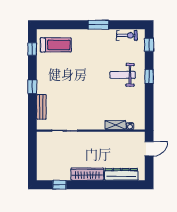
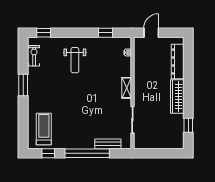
window: (149, 77) -> (105, 33), moved
window: (32, 87) -> (87, 153), width x3.17
shelving: (115, 125) -> (127, 88), moved
door: (149, 149) -> (151, 33), hinge flipped

